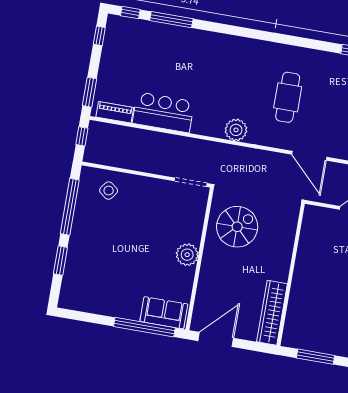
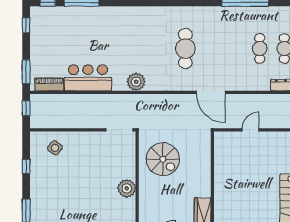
plant: (236, 130) -> (136, 82), moved
window: (70, 207) -> (26, 166), width x0.32
spiral stairs: (237, 227) -> (163, 159), turned 90

